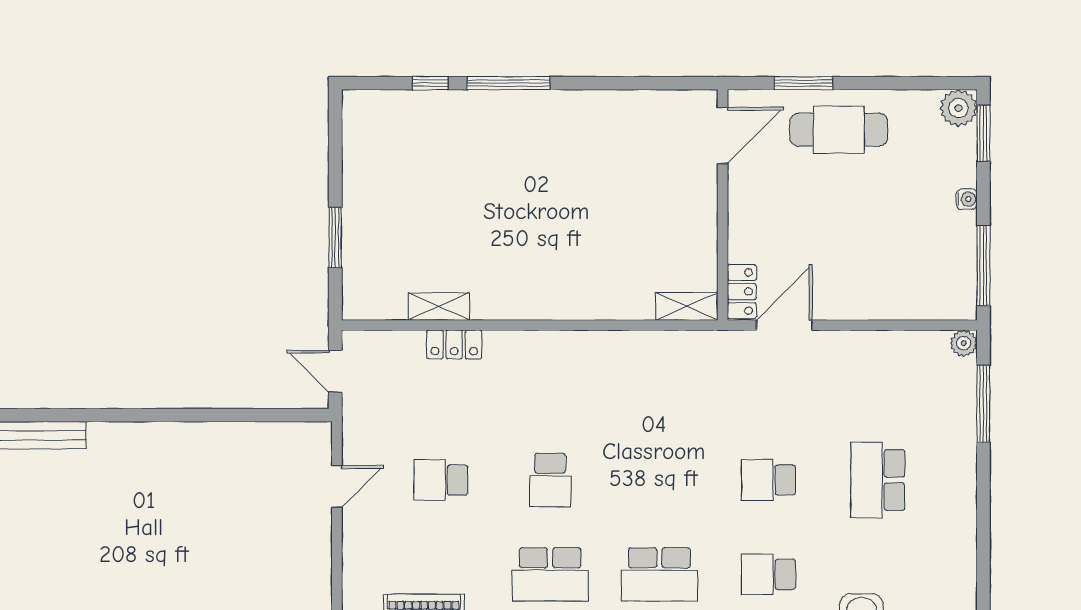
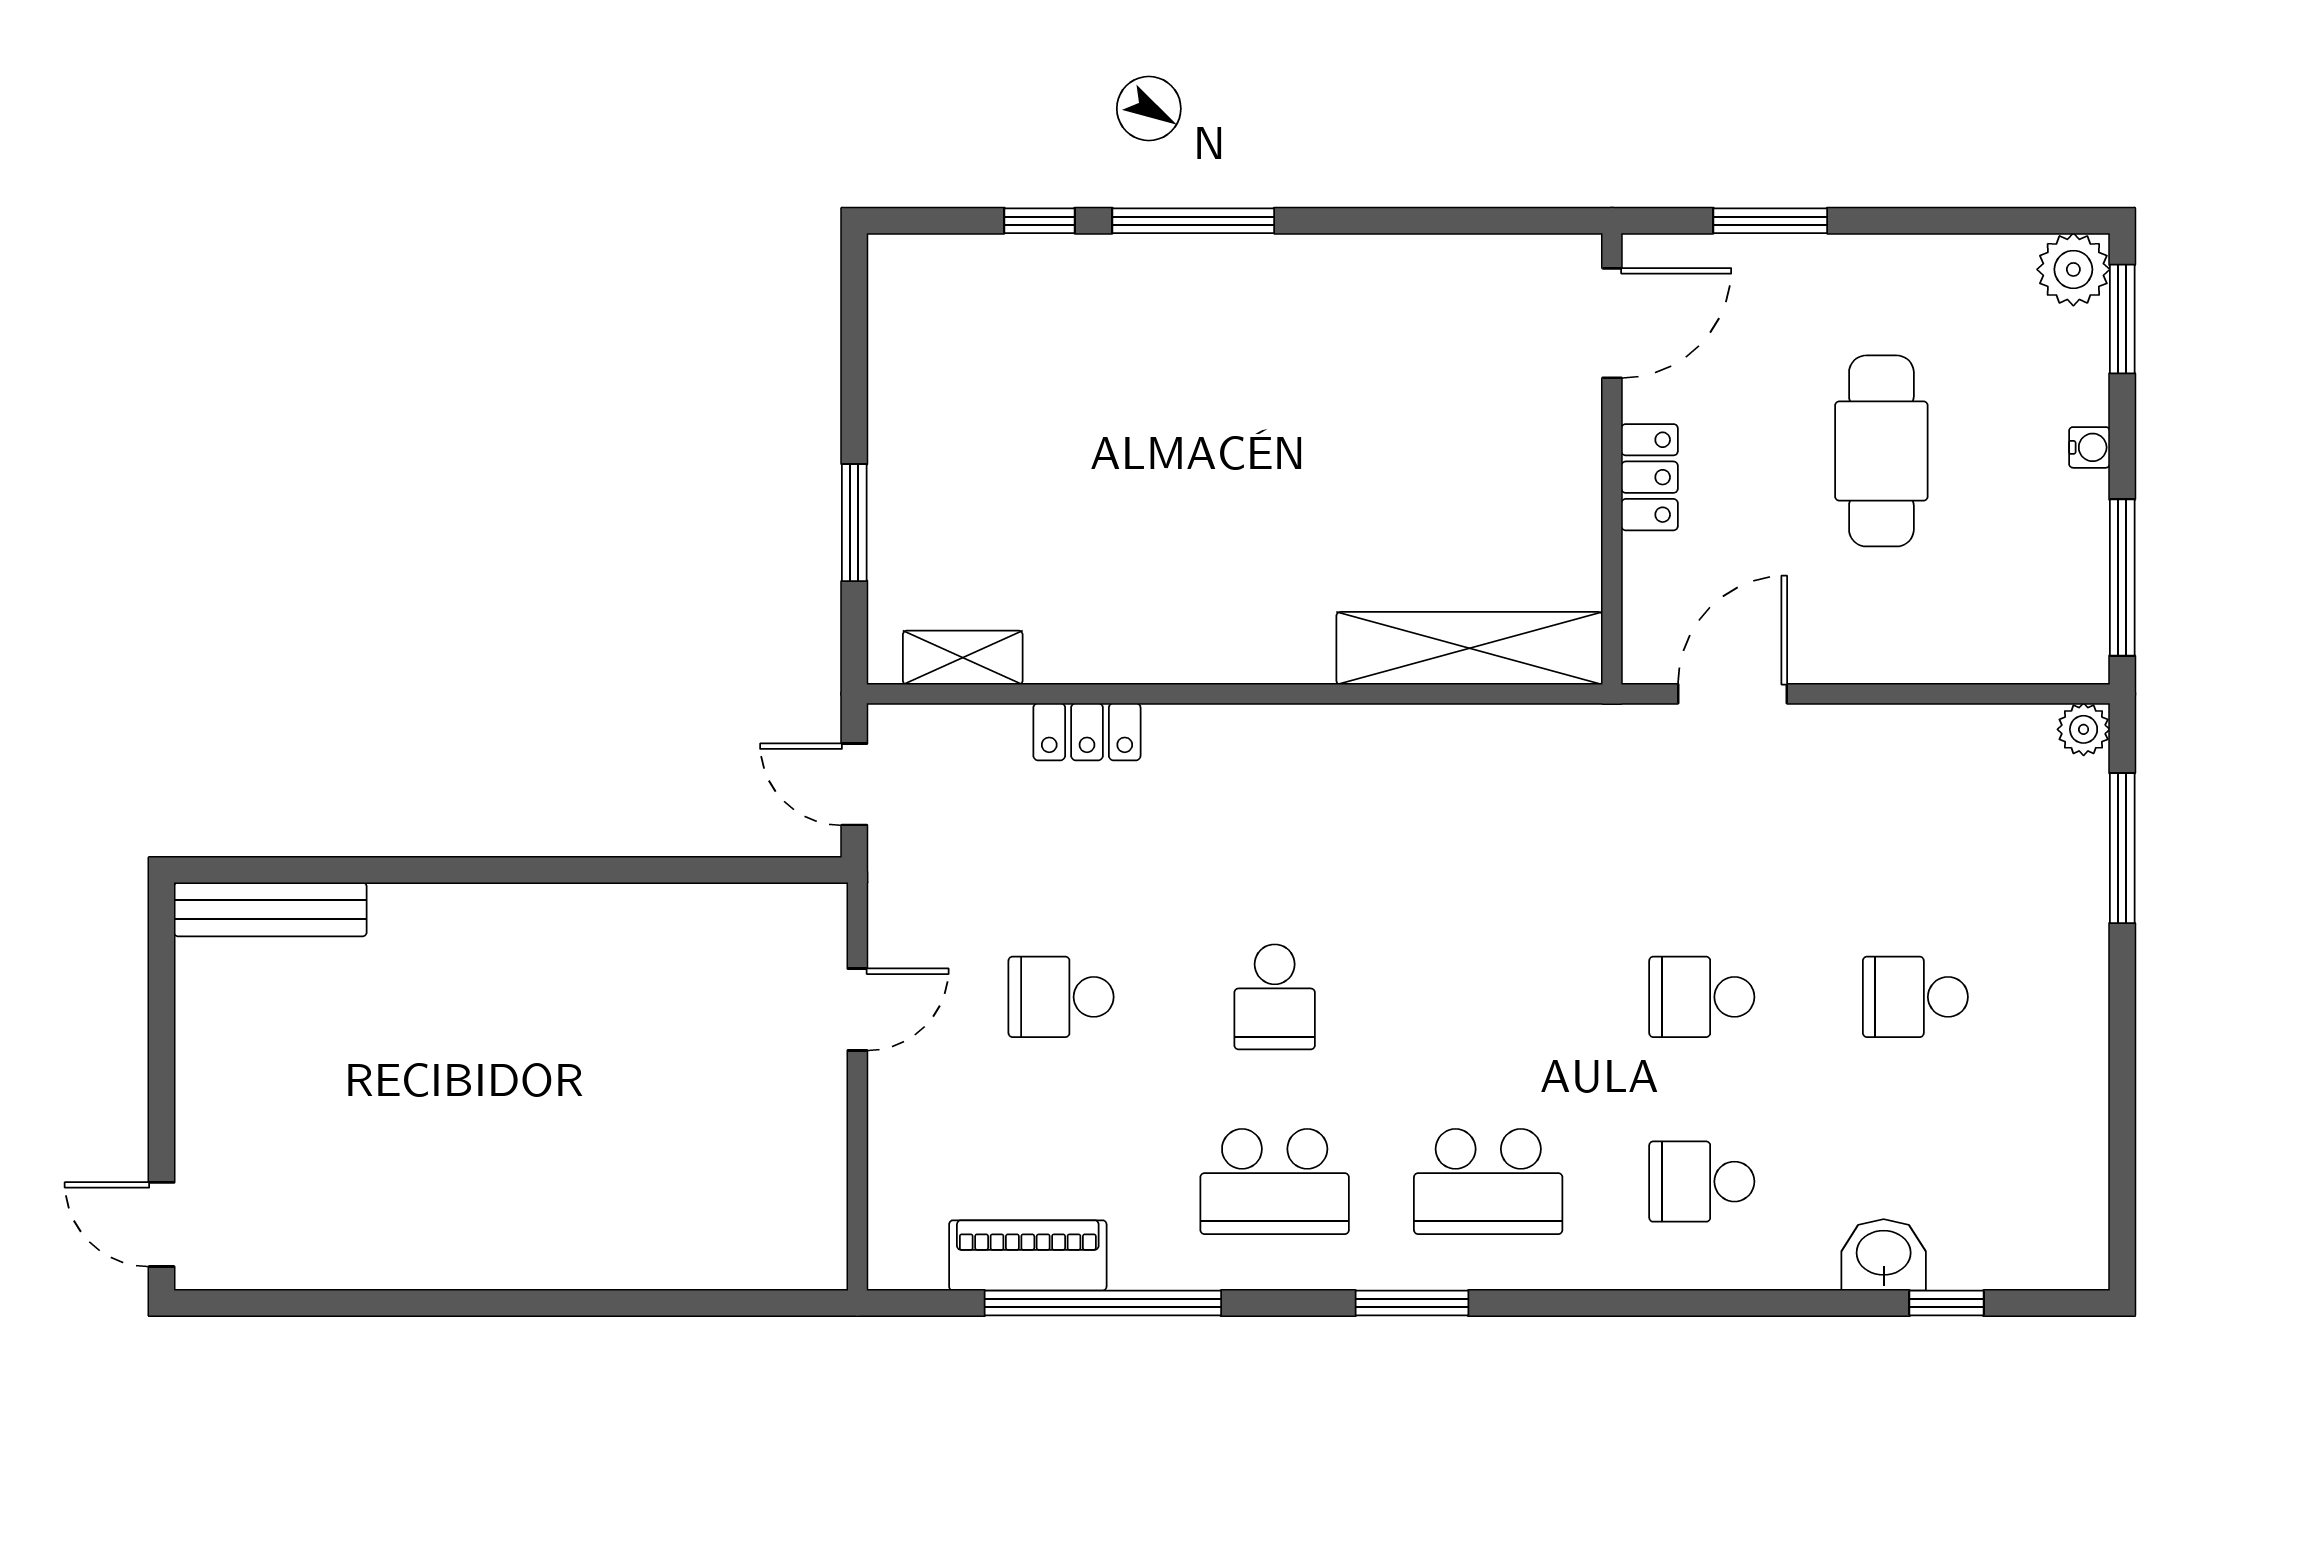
cafe table: (839, 130) -> (1881, 451), moved, turned 90
locker: (742, 292) -> (1650, 477), moved
shelving: (687, 306) -> (1470, 648), width x2.20, depth x1.33
shelving: (439, 307) -> (963, 658), moved
school desk: (878, 480) -> (1915, 997), width x0.54

